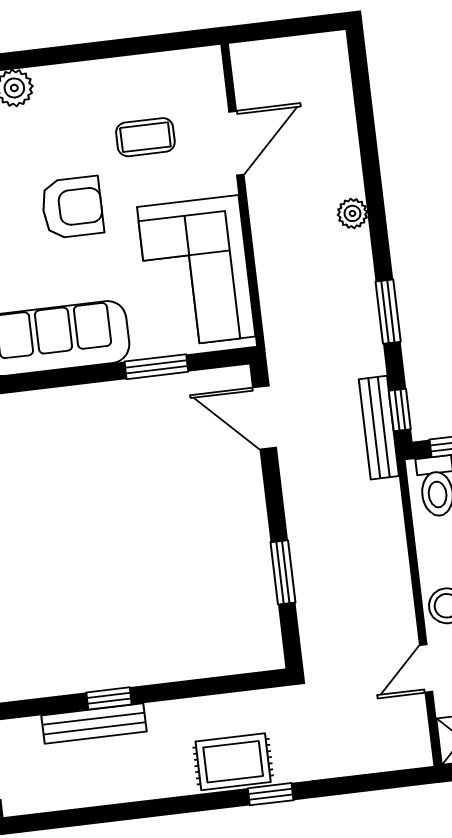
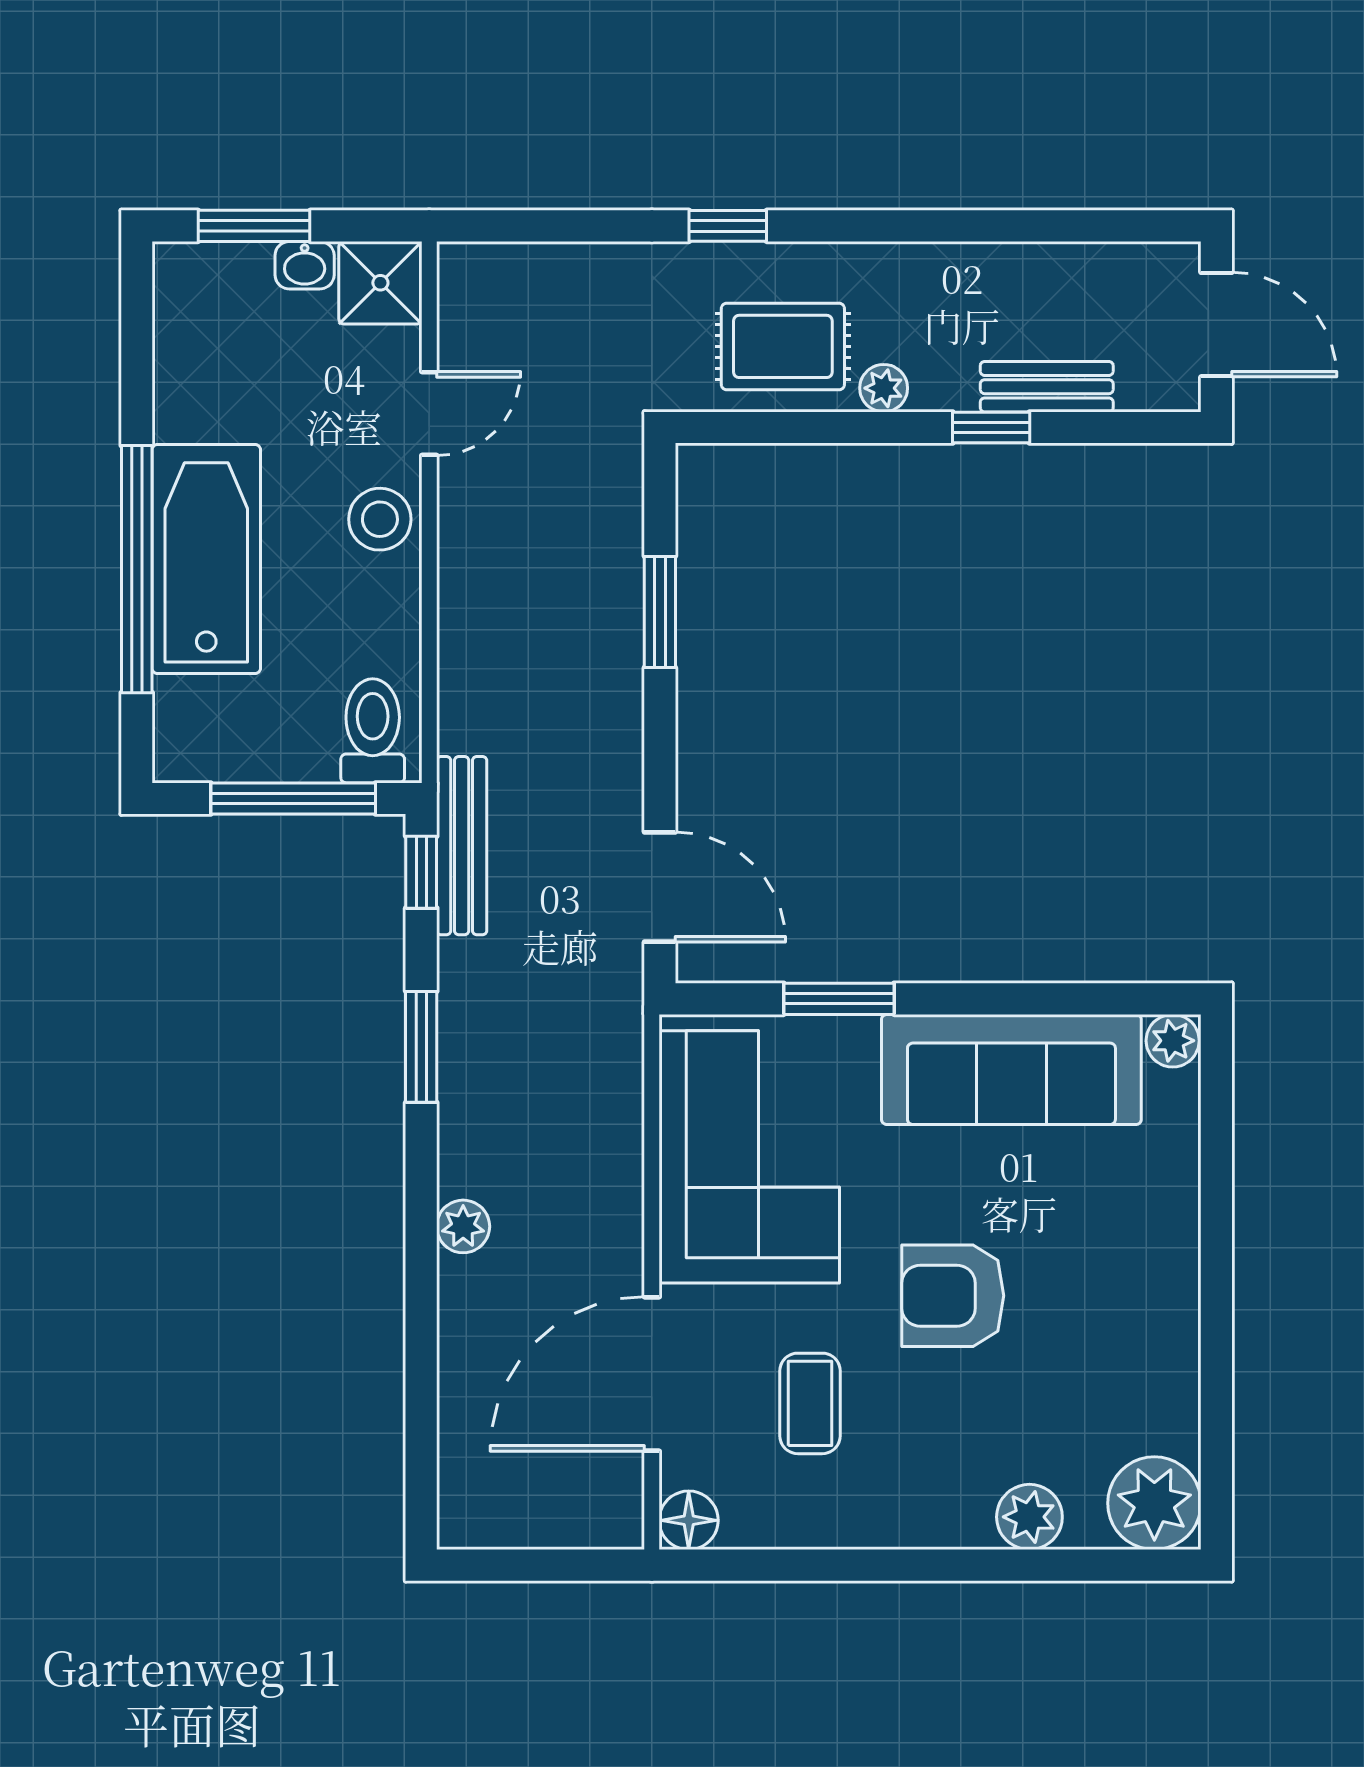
floor lamp: (206, 63) -> (689, 1520), added
coffee table: (145, 137) -> (810, 1403), turned 90
door: (236, 143) -> (652, 1374), width x1.36
plant: (172, 713) -> (884, 388), added
bench: (94, 723) -> (1047, 387), width x0.73
rug: (233, 762) -> (783, 346), moved

